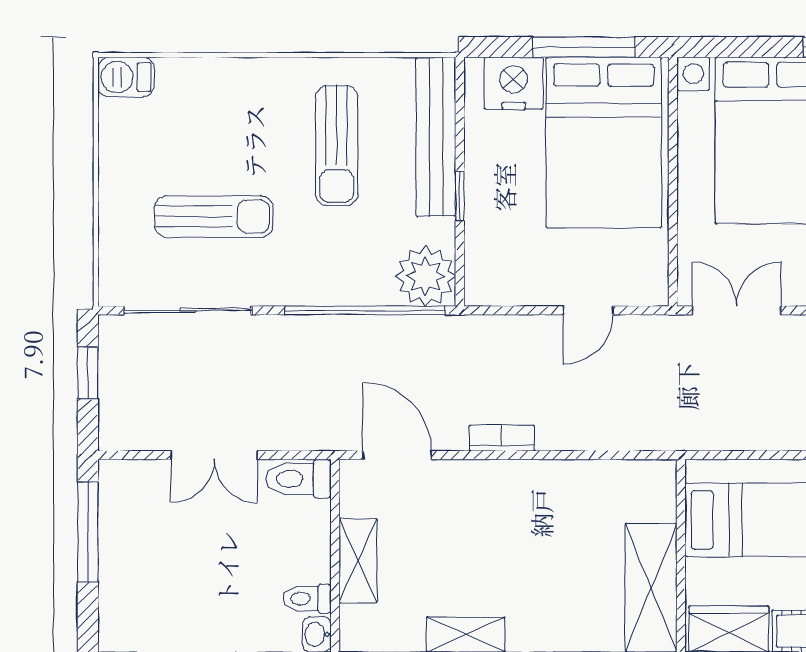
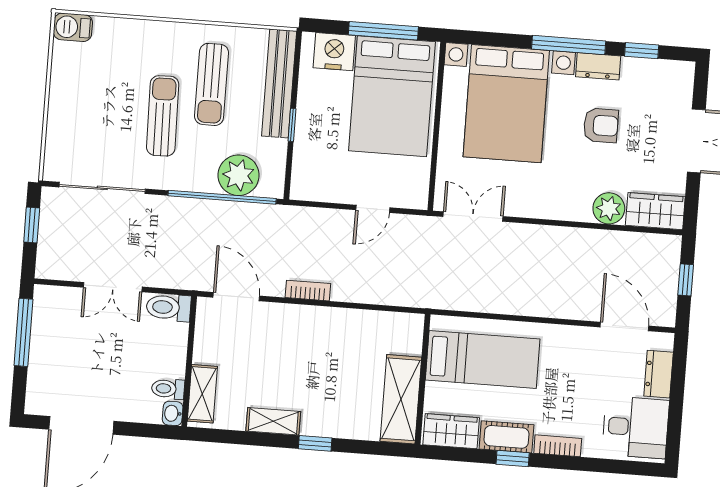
sun lounger: (214, 216) -> (163, 116), moved, turned -91
plant: (426, 276) -> (239, 175), moved
shelving: (358, 561) -> (202, 394), moved

